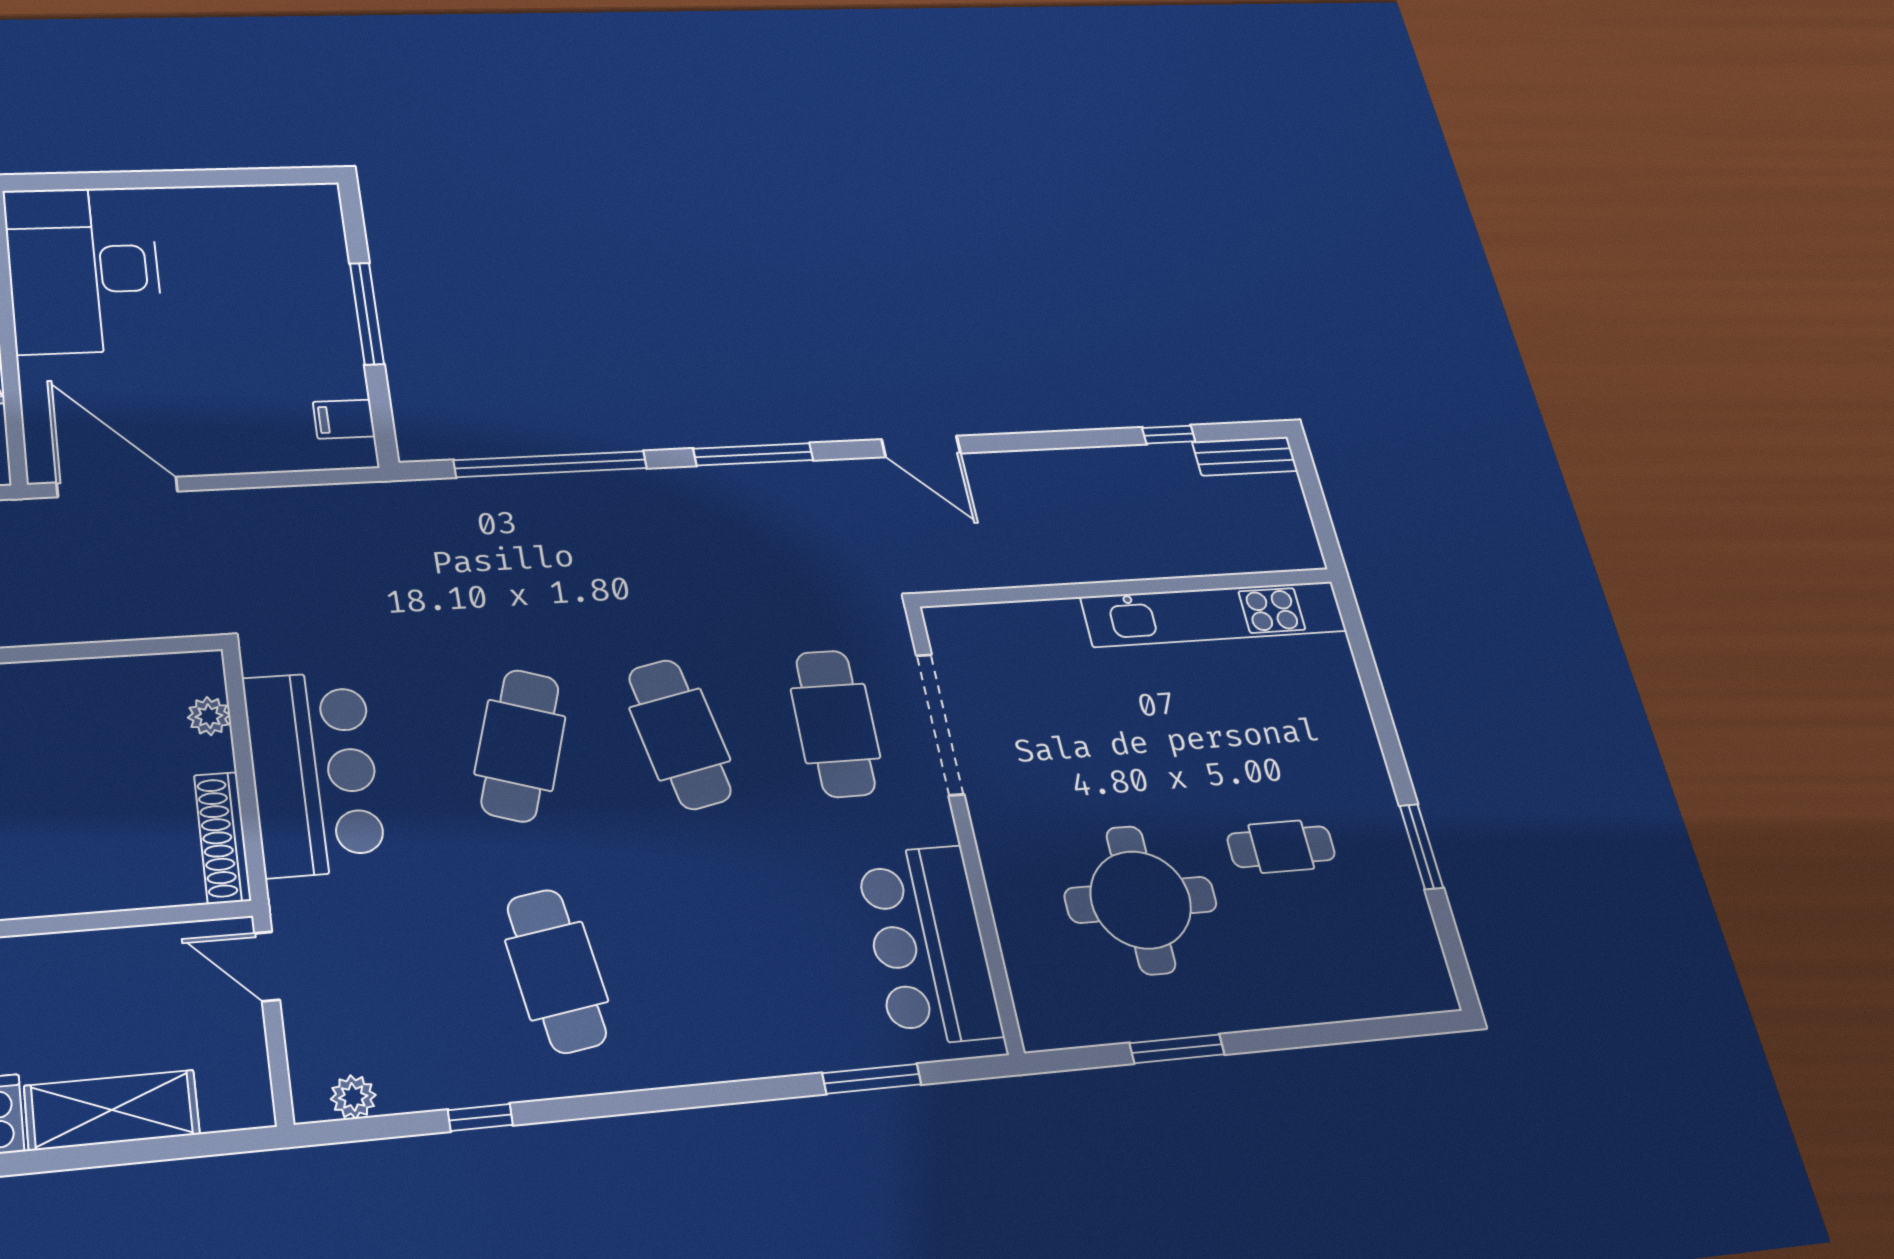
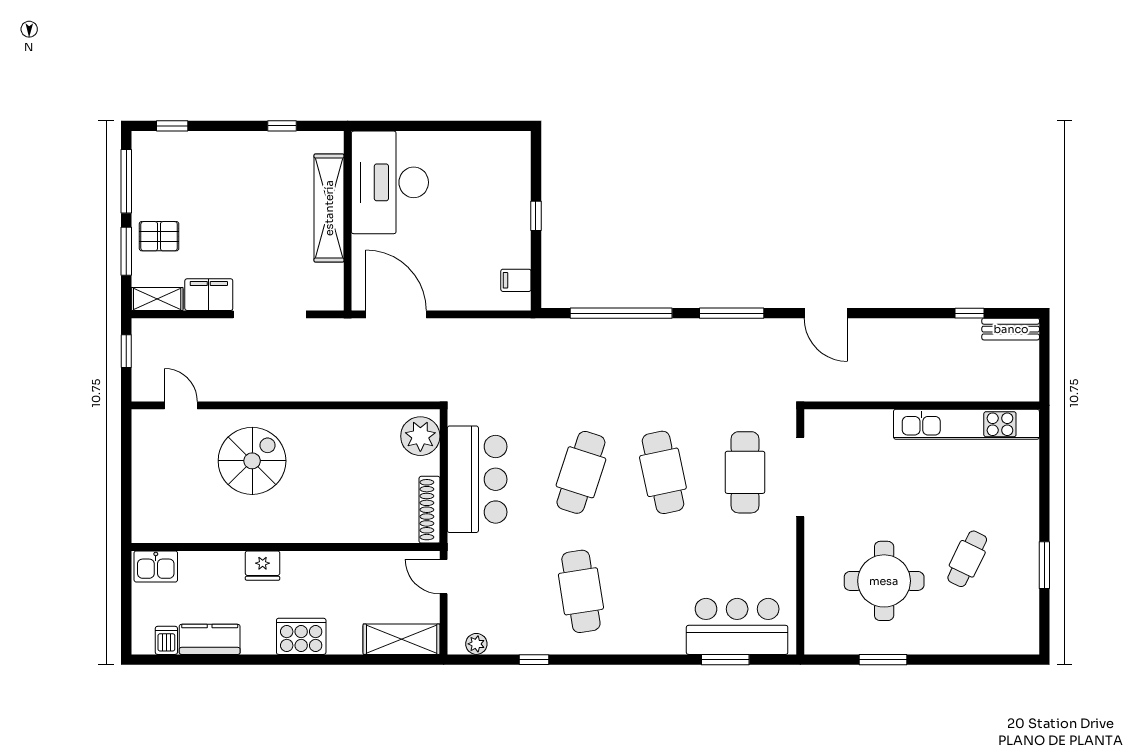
window: (367, 313) -> (536, 216), width x0.46
plant: (209, 716) -> (420, 436), width x1.87, depth x1.87
cafe table: (1281, 847) -> (967, 559), turned -64
bar counter: (929, 945) -> (737, 626), moved, turned 90
shelving: (112, 1110) -> (402, 639), moved

